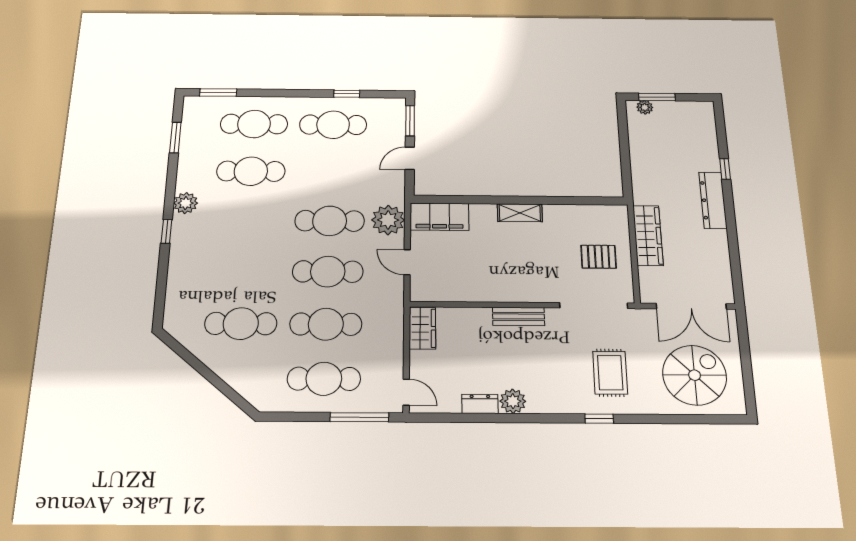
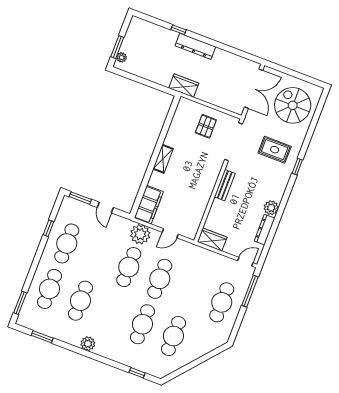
window: (166, 231) -> (137, 373), moved
wardrobe: (648, 236) -> (184, 86), moved, width x0.67
cafe table: (326, 324) -> (142, 324), moved
dresser: (480, 404) -> (265, 230), width x1.44

